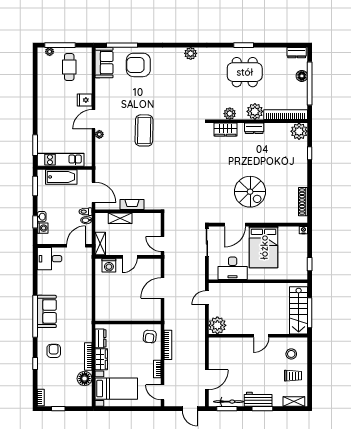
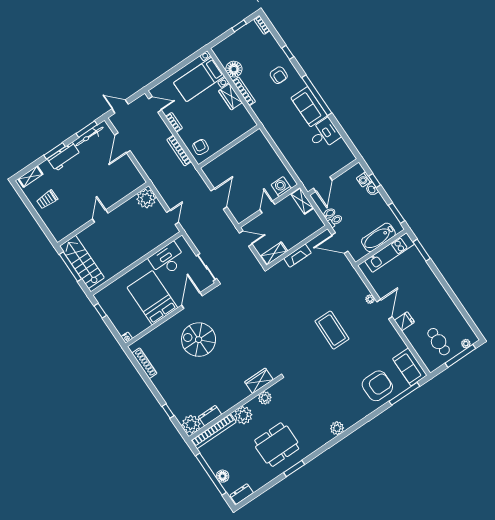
dresser: (254, 128) -> (210, 416), moved
shelving: (120, 218) -> (274, 254), moved
desk: (49, 259) -> (324, 134), moved
dresser: (100, 338) -> (244, 115), removed
stool: (291, 354) -> (62, 218), removed

